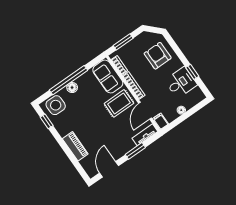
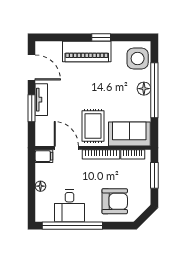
window: (192, 72) -> (72, 226), width x3.17
window: (47, 121) -> (101, 37), moved
tv unit: (145, 135) -> (41, 100), moved
piano: (75, 146) -> (87, 51), width x1.37, depth x1.33

